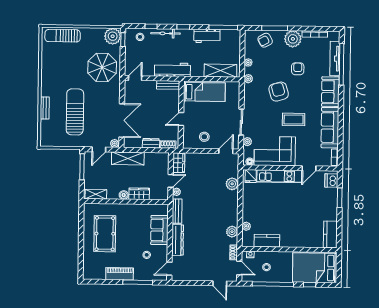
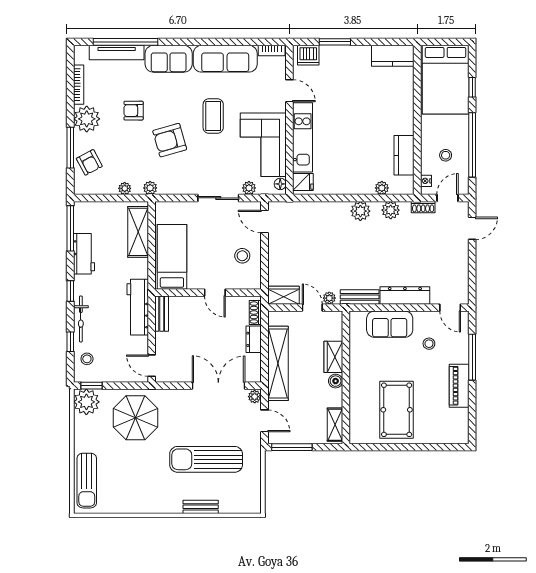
shelving: (128, 158) -> (278, 363), width x1.47
plant: (232, 184) -> (360, 211), moved
pool table: (105, 234) -> (397, 410), turned 90

